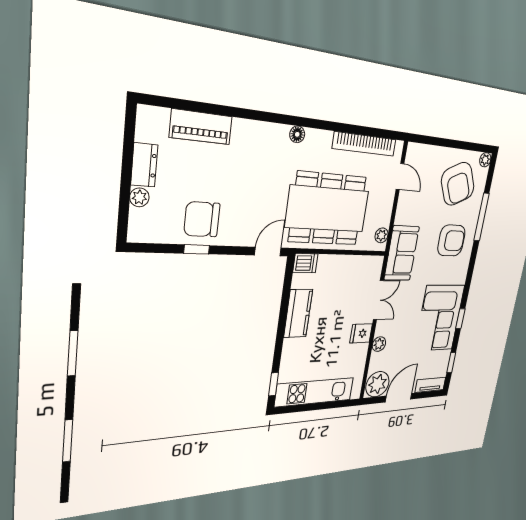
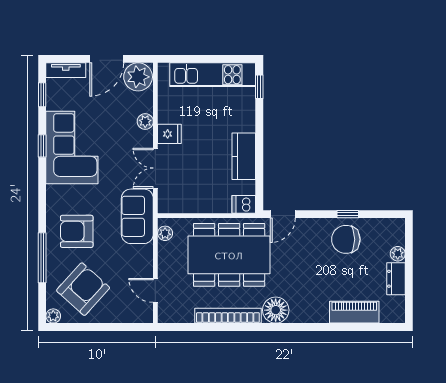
floor lamp: (297, 134) -> (276, 310), width x1.89, depth x1.89
bookcase: (365, 144) -> (228, 316), moved
armchair: (458, 184) -> (83, 289), turned 67
chair: (202, 219) -> (346, 239), turned 180

